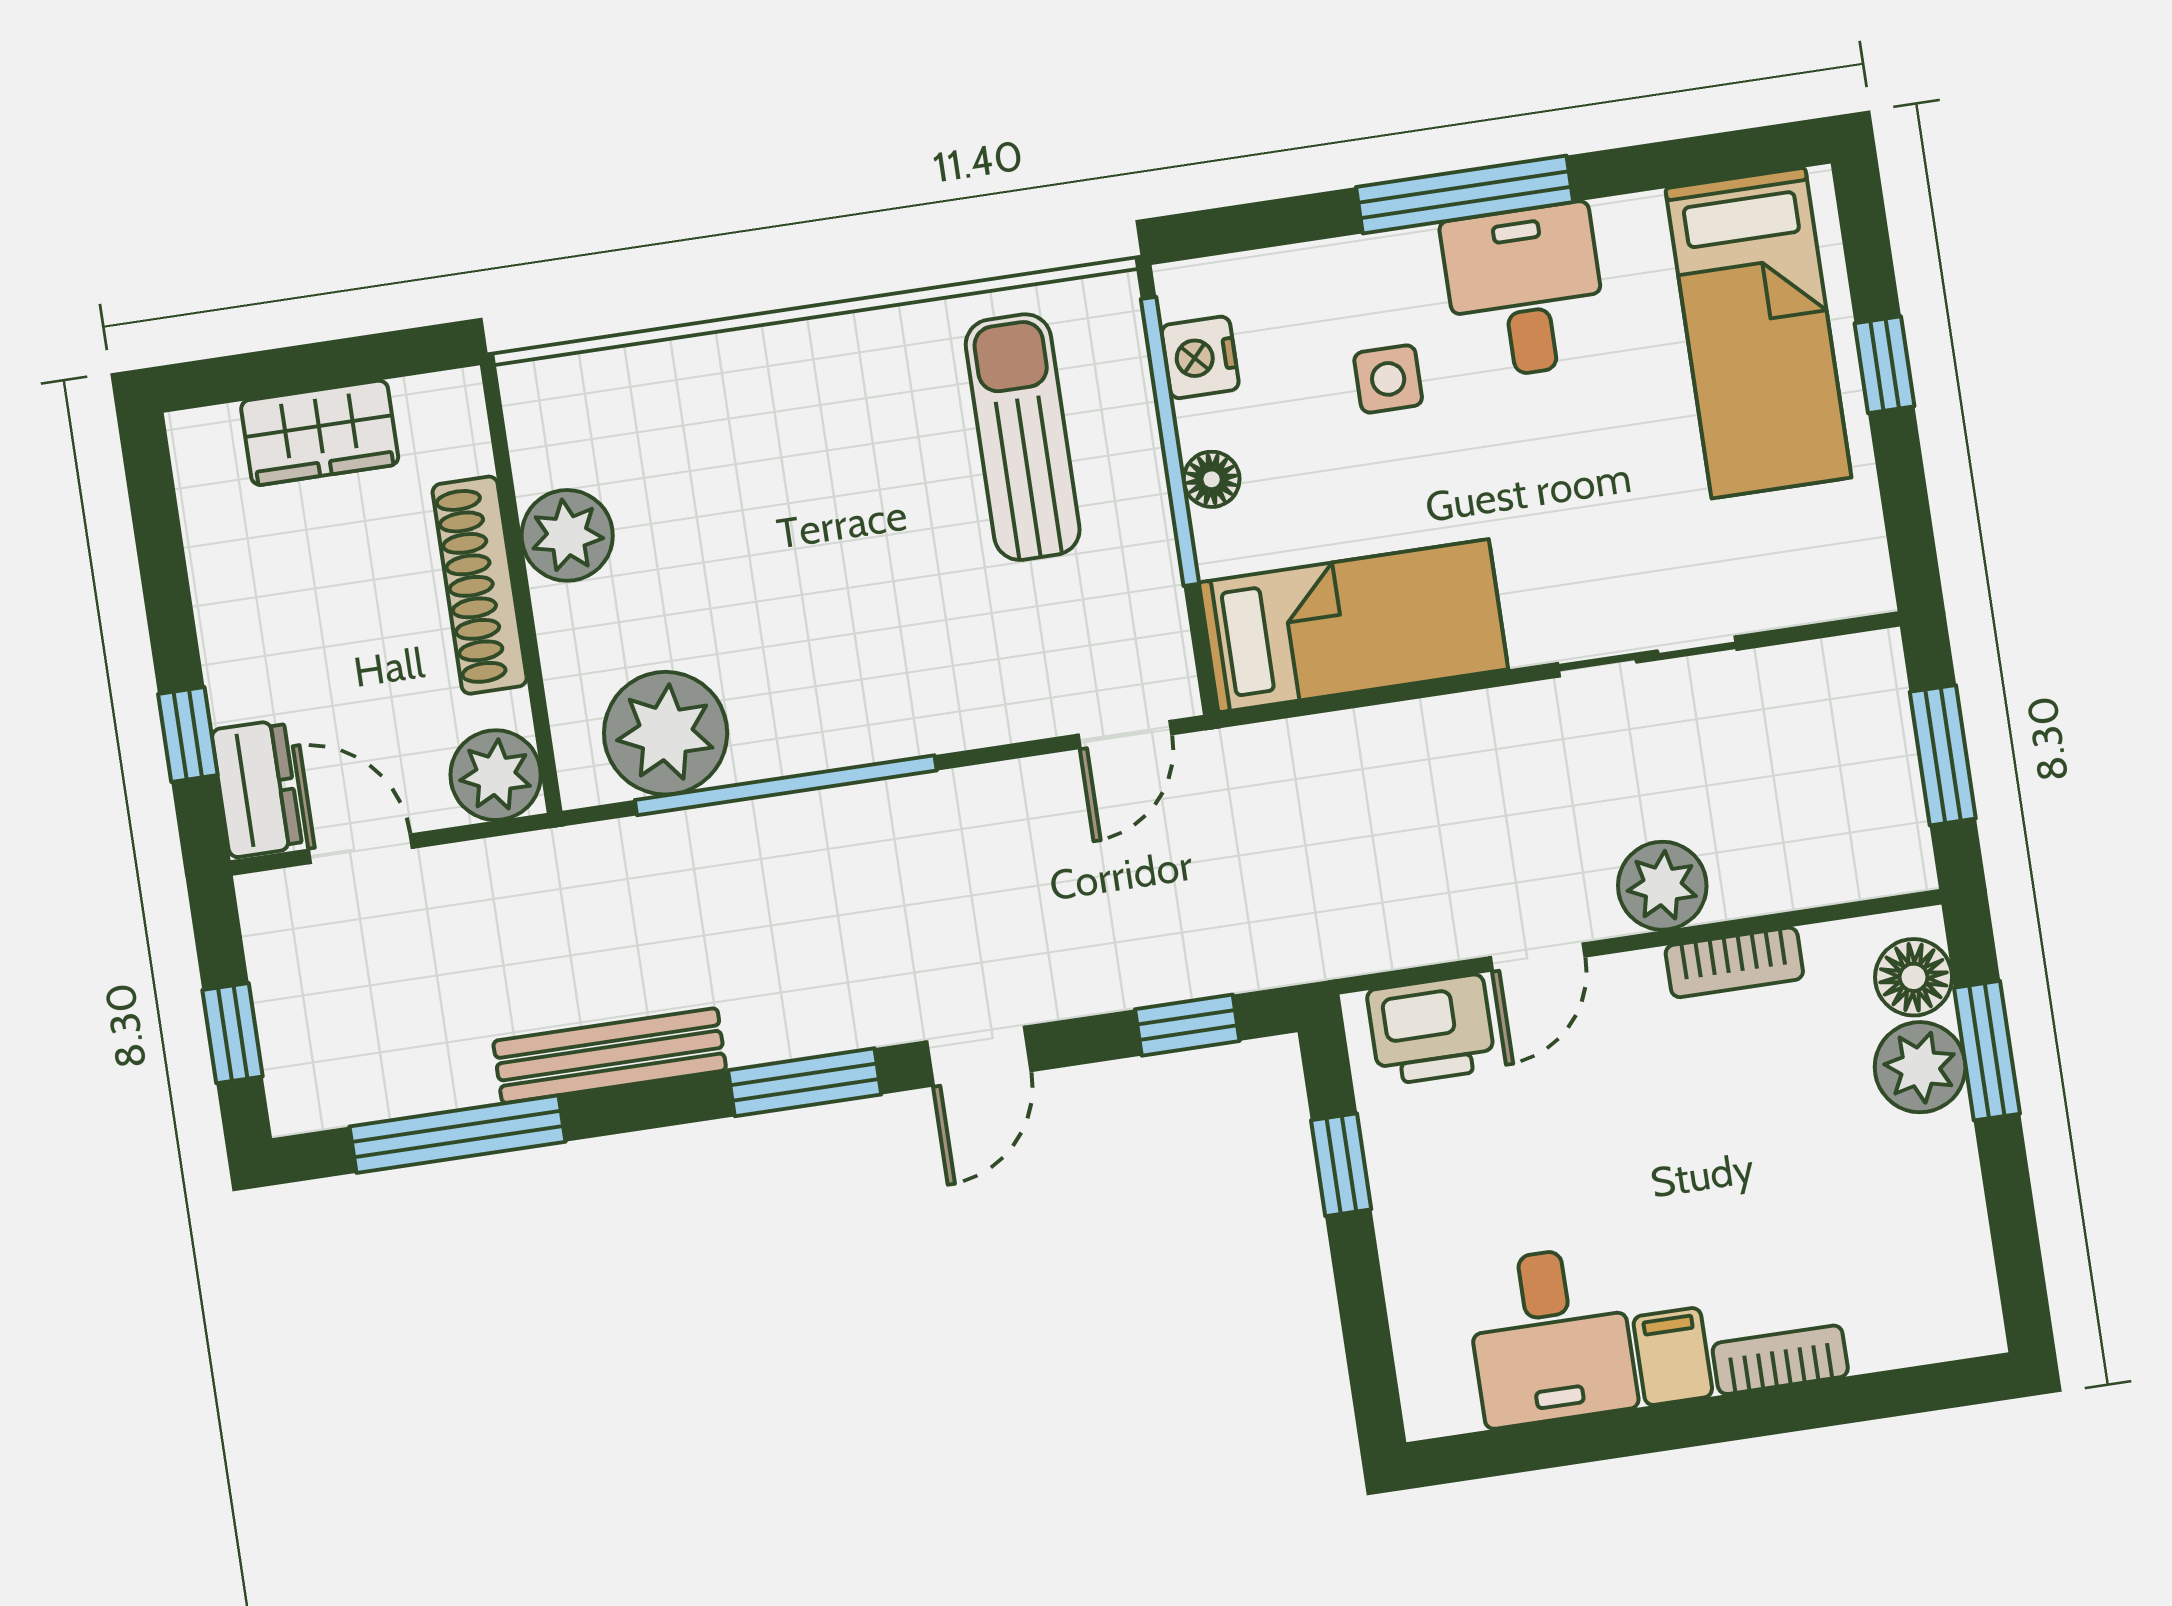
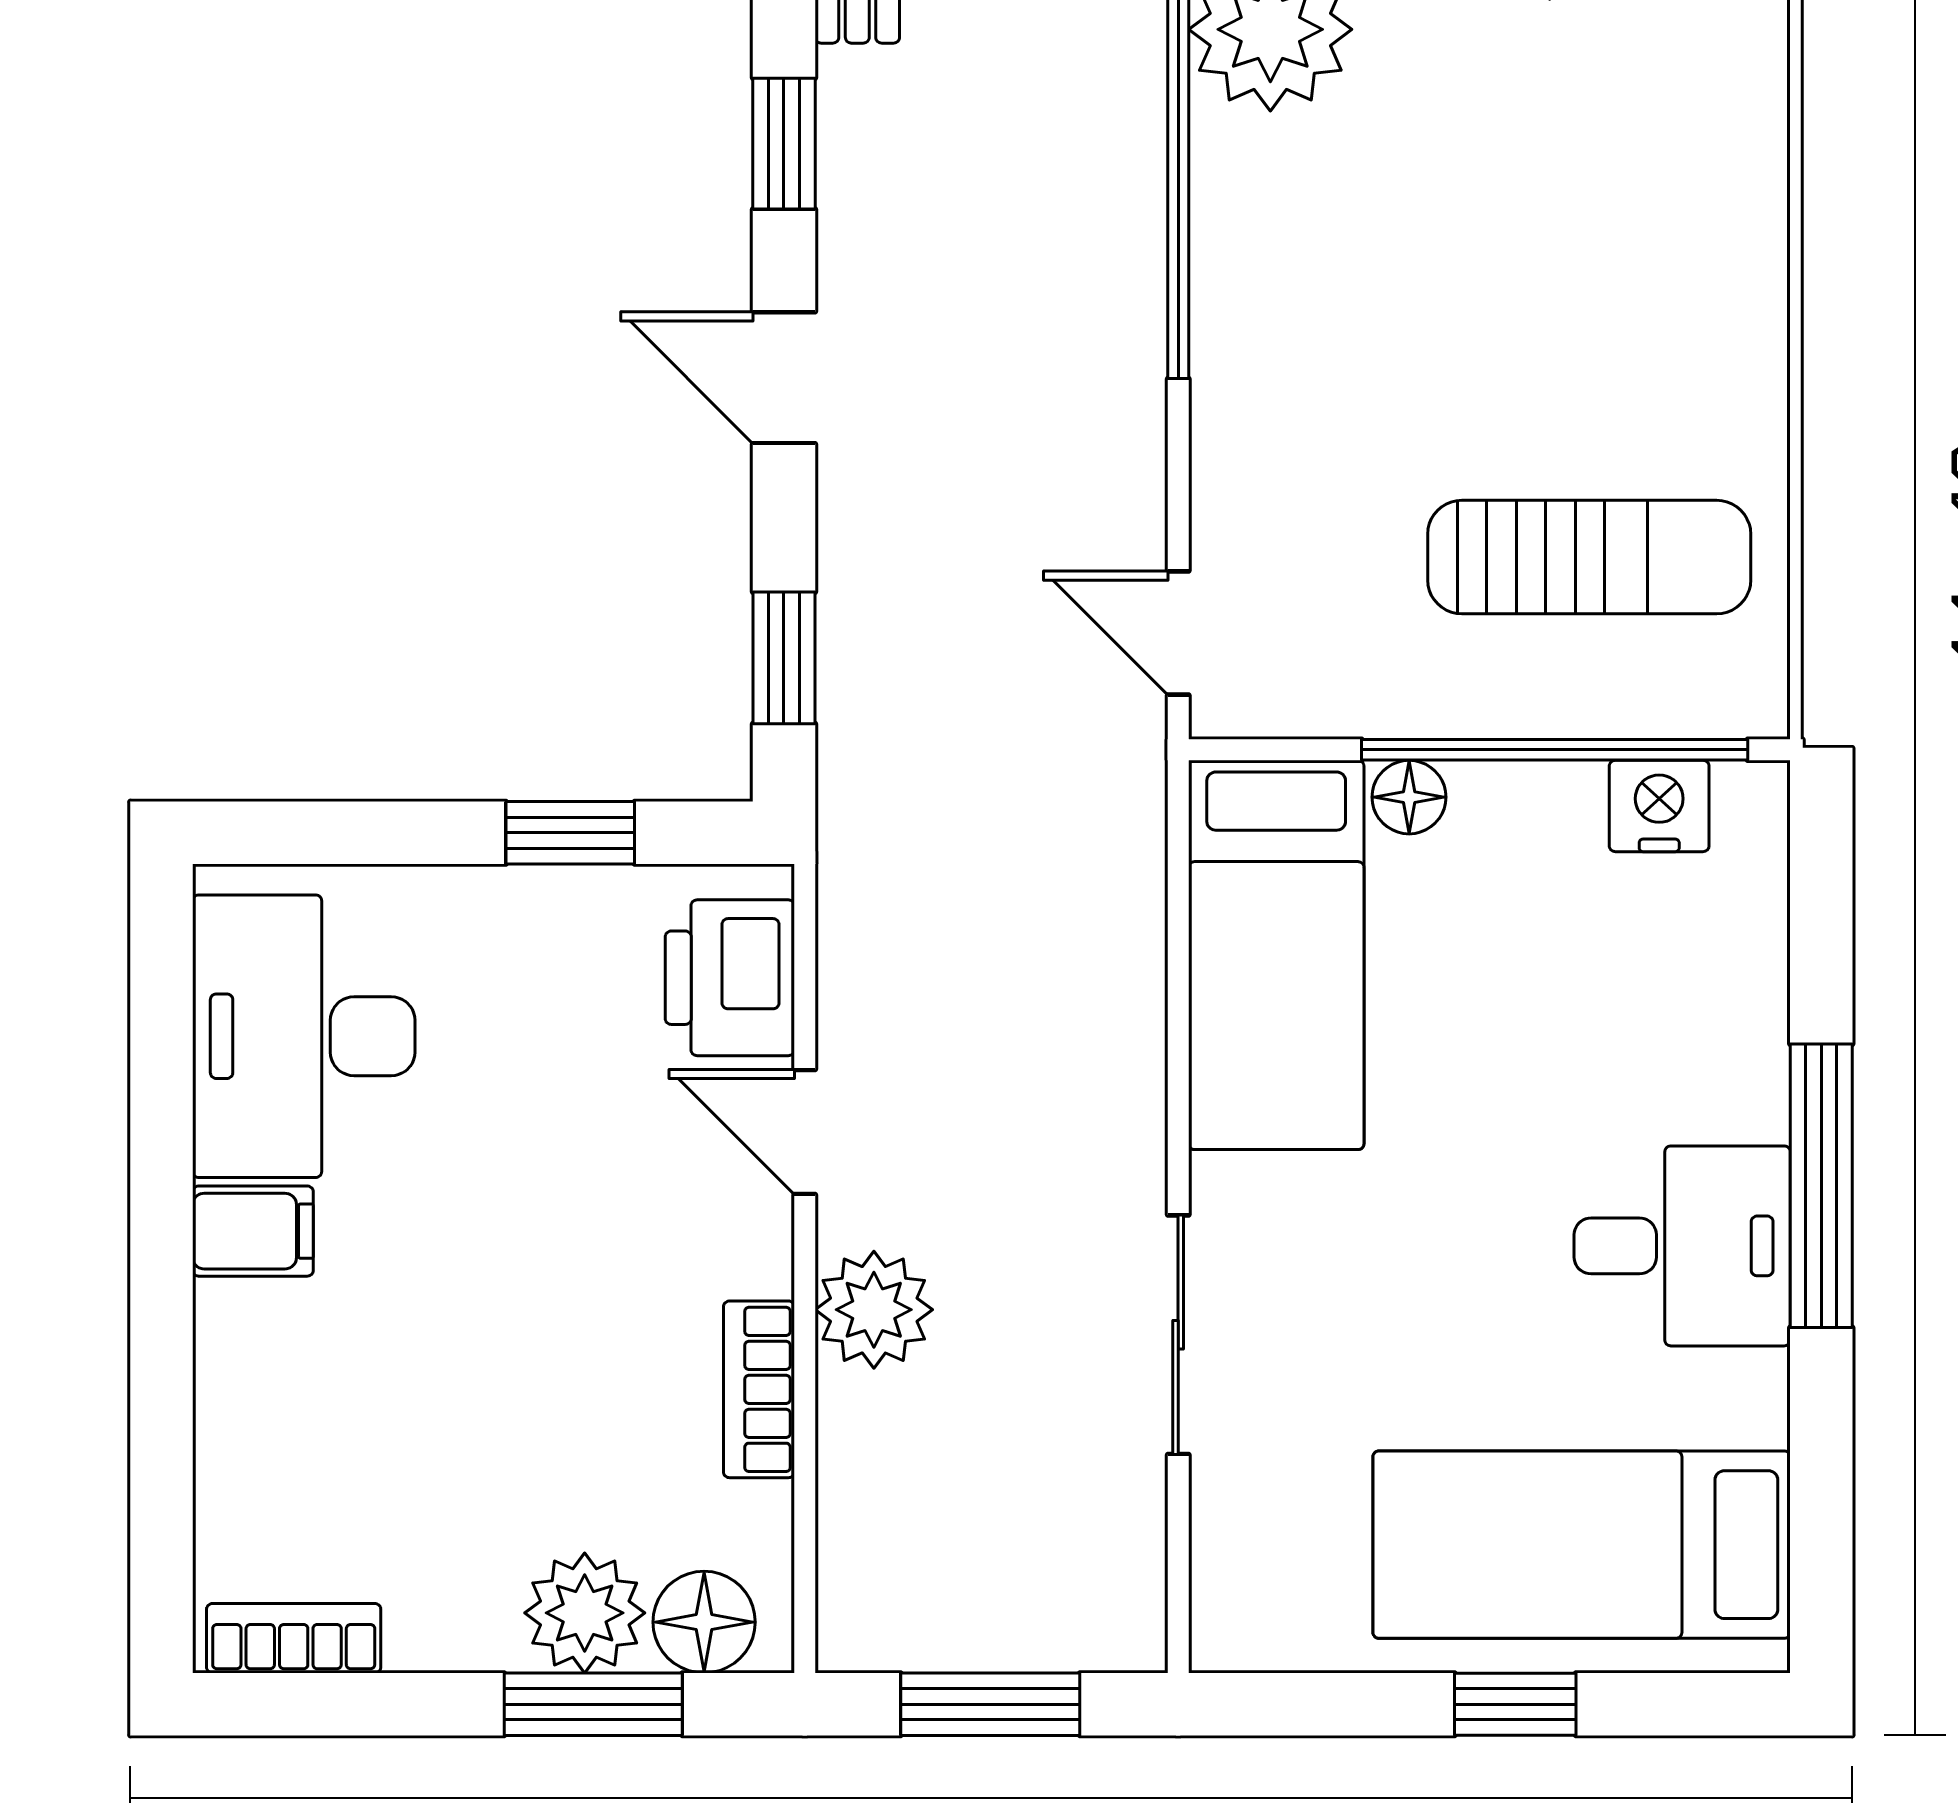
side table: (1388, 379) -> (1594, 1049), removed
floor lamp: (1212, 479) -> (1409, 797), moved
window: (805, 1082) -> (784, 144), width x0.67
desk: (1551, 1336) -> (304, 1036), width x1.37
bookcase: (1780, 1360) -> (294, 1638), moved, turned -90

